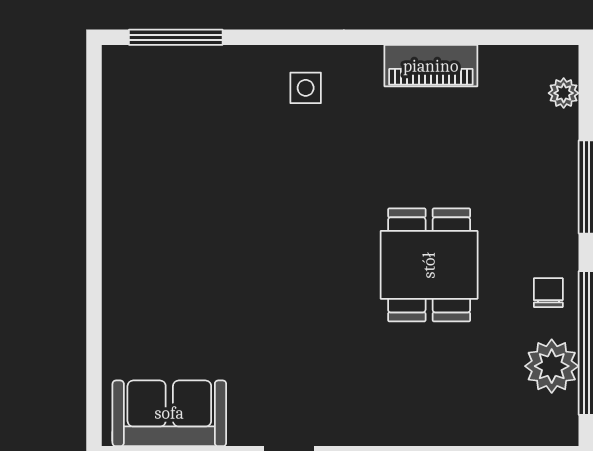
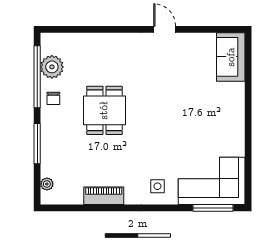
corner sofa: (179, 100) -> (212, 181), added
sofa: (169, 413) -> (231, 57), moved, turned 90

